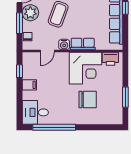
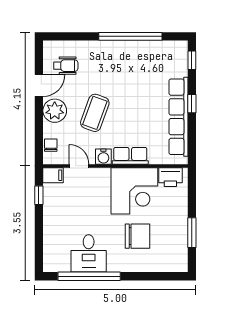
window: (20, 23) -> (39, 126), removed
door: (47, 51) -> (79, 166), swing flipped
filing cabinet: (29, 85) -> (53, 175), moved
desk: (35, 112) -> (89, 253), moved, turned -90

